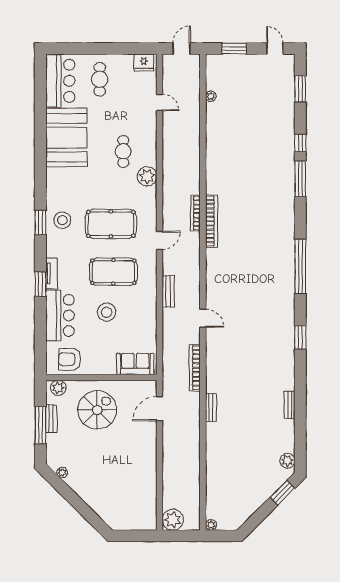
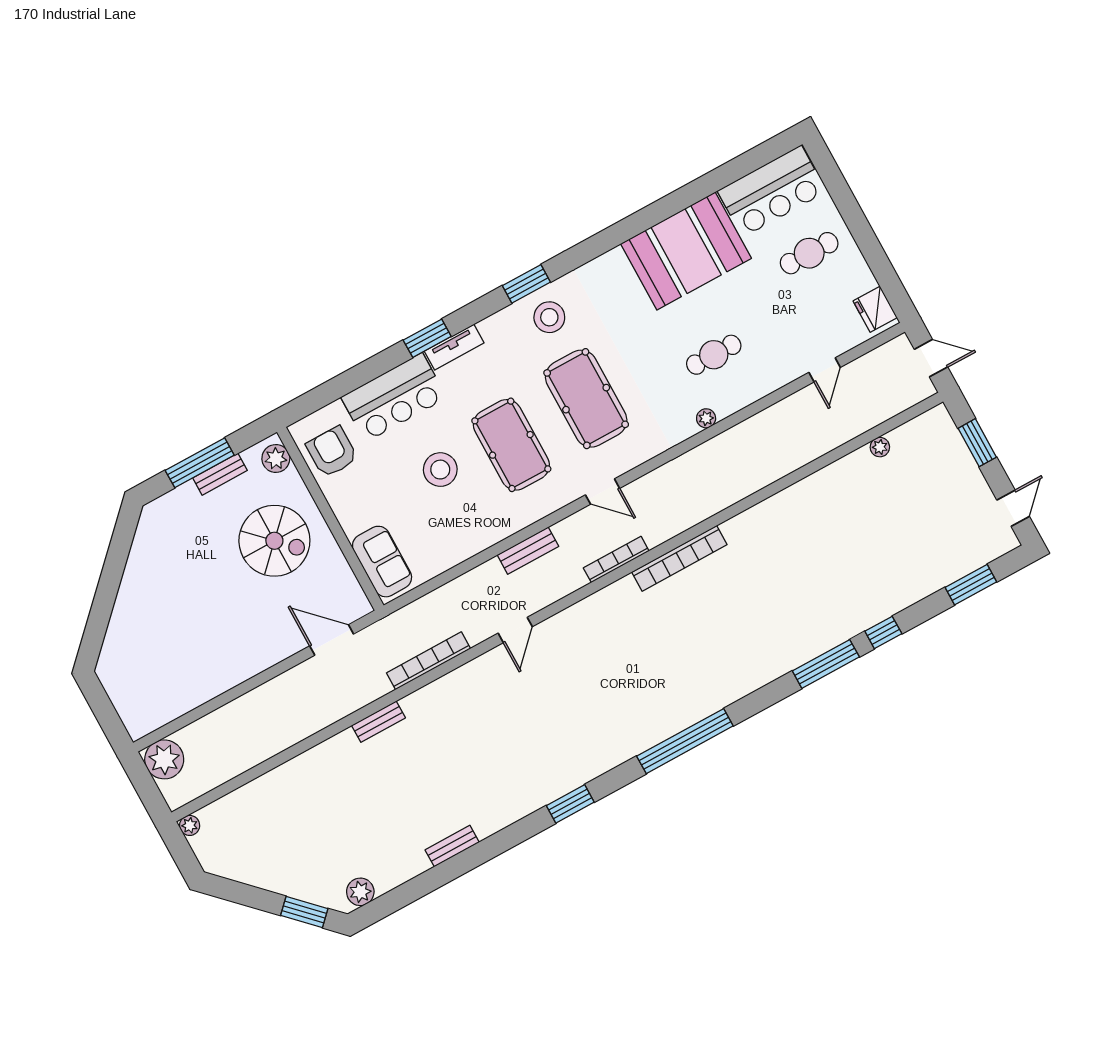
plant: (147, 176) -> (706, 418), width x0.53, depth x0.53
bookcase: (196, 213) -> (616, 559), moved
plant: (62, 473) -> (143, 540), removed

